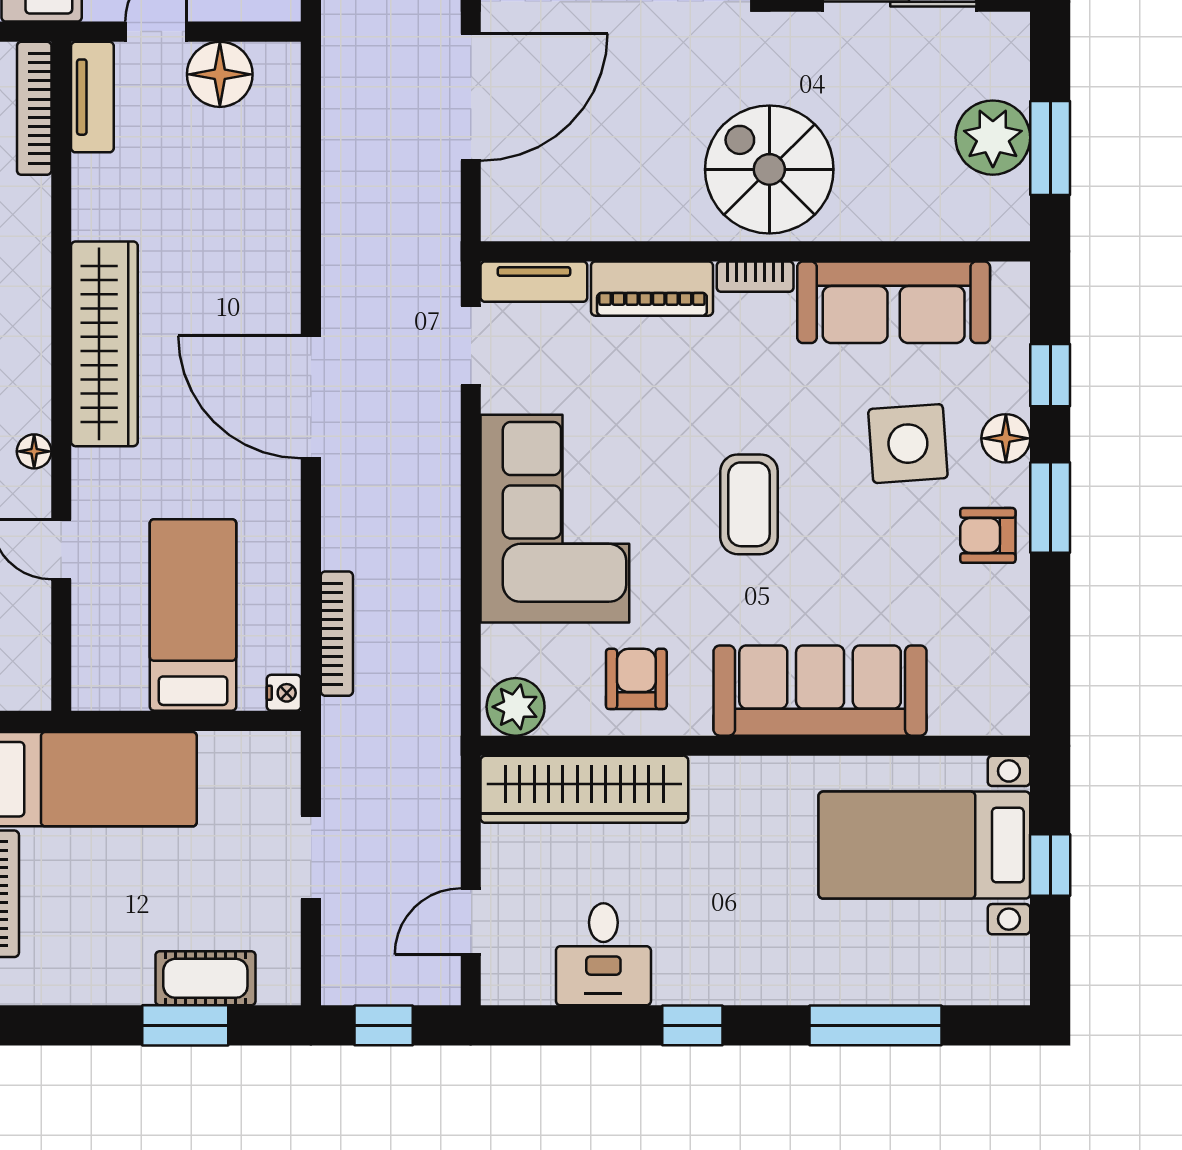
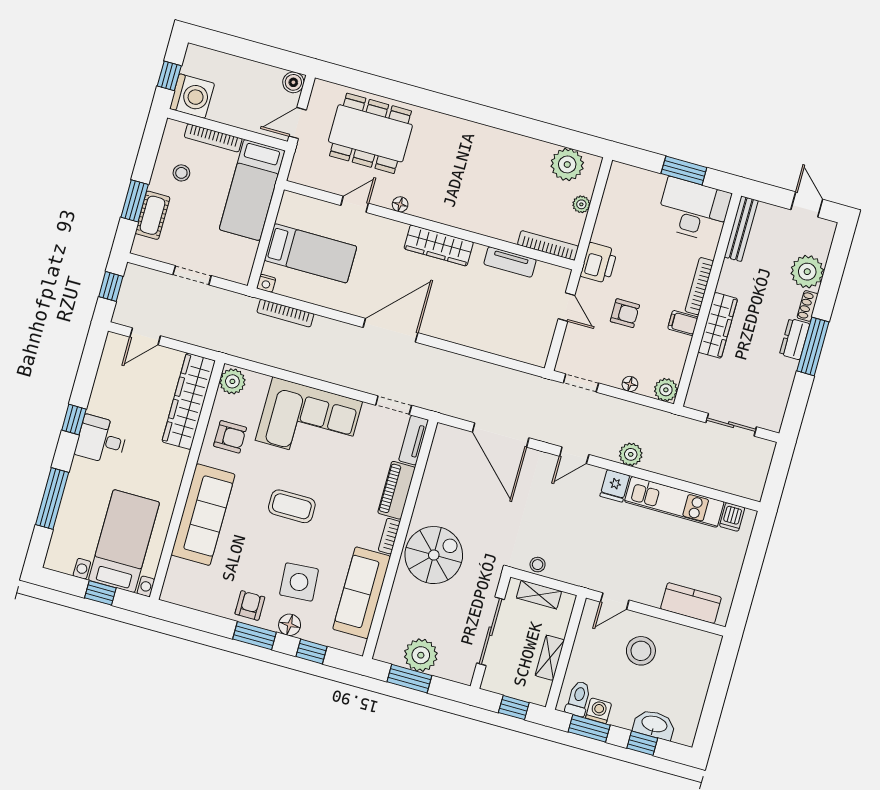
floor lamp: (220, 74) -> (540, 329), removed
tv unit: (92, 97) -> (510, 262), moved
wardrobe: (104, 344) -> (439, 245), width x0.71, depth x0.85
door: (471, 922) -> (145, 336), swing flipped
stool: (97, 941) -> (181, 173), added
desk: (603, 954) -> (101, 440), moved

